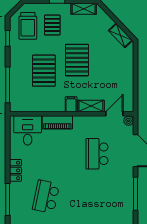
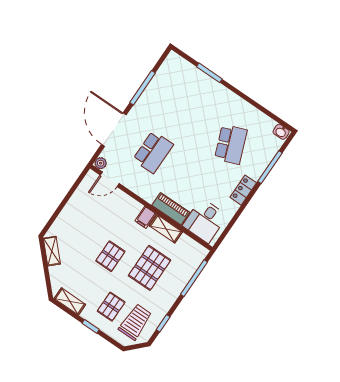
pallet: (77, 60) -> (110, 256), width x0.67, depth x0.71
shelving: (91, 106) -> (166, 229), moved
school desk: (46, 197) -> (231, 144), turned -33

